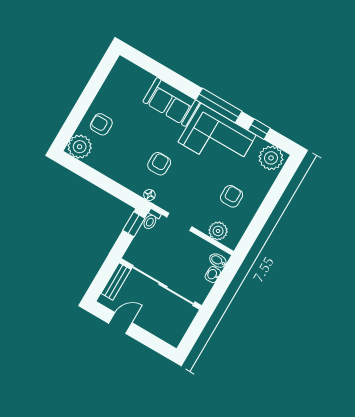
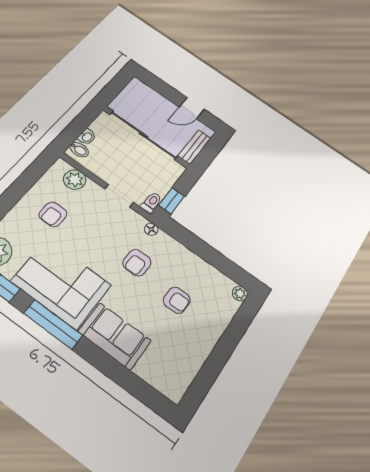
armchair: (101, 124) -> (177, 300), moved
plant: (80, 147) -> (240, 294), width x0.53, depth x0.53

